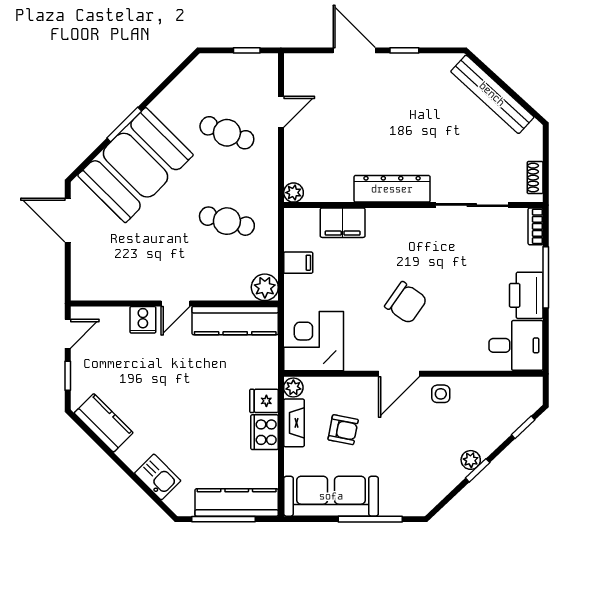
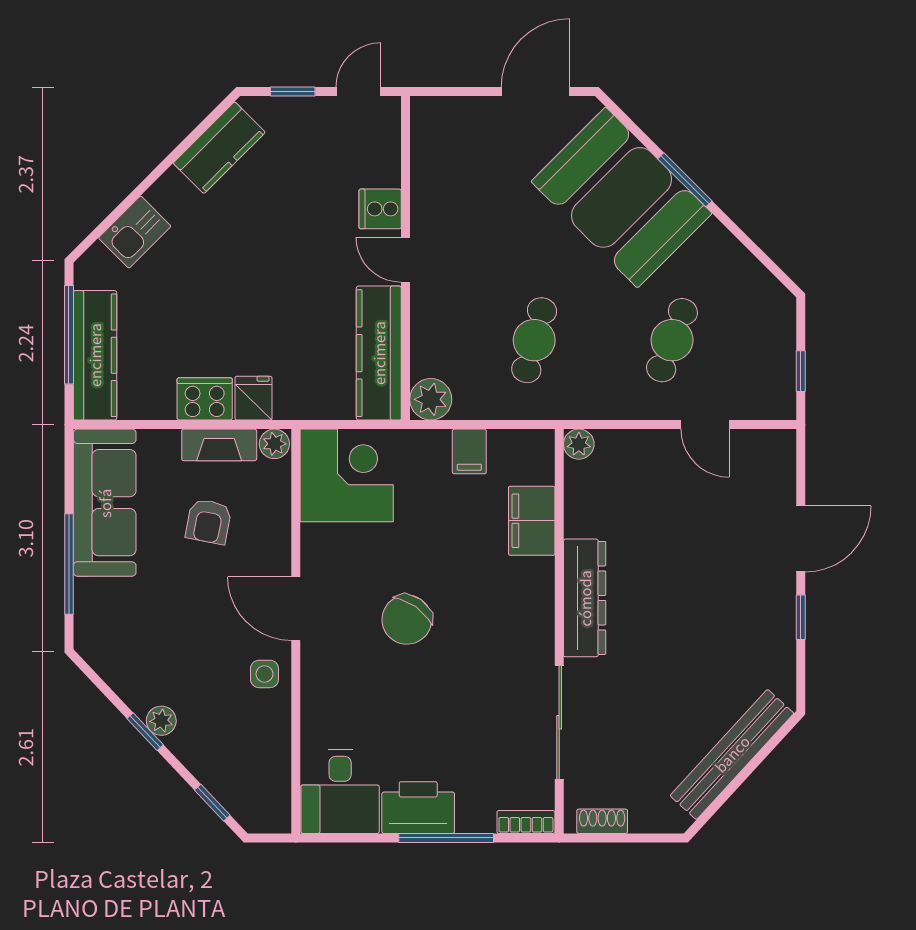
door: (68, 334) -> (358, 92), swing flipped

